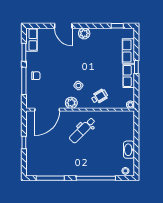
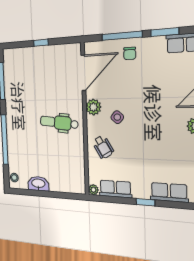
row of seats: (129, 76) -> (115, 189), moved
door: (47, 110) -> (83, 73), swing flipped
dental chair: (82, 130) -> (59, 123), turned -39

